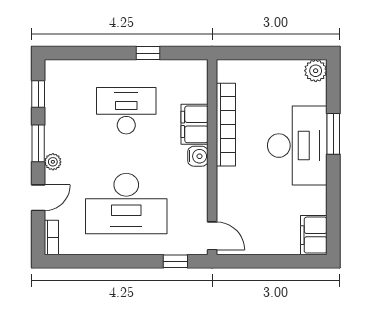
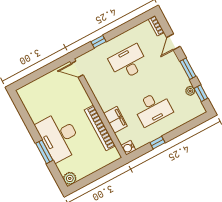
water cooler: (198, 156) -> (128, 148), moved
plant: (53, 162) -> (190, 91), moved
desk: (126, 204) -> (128, 62), width x0.73, depth x0.77
filing cabinet: (314, 235) -> (27, 97), removed
window: (175, 261) -> (98, 42), moved

